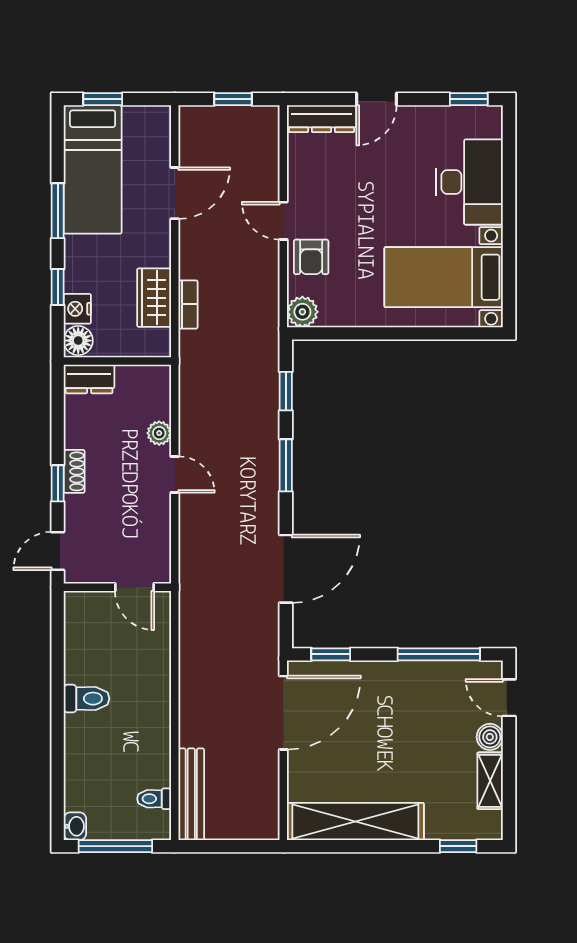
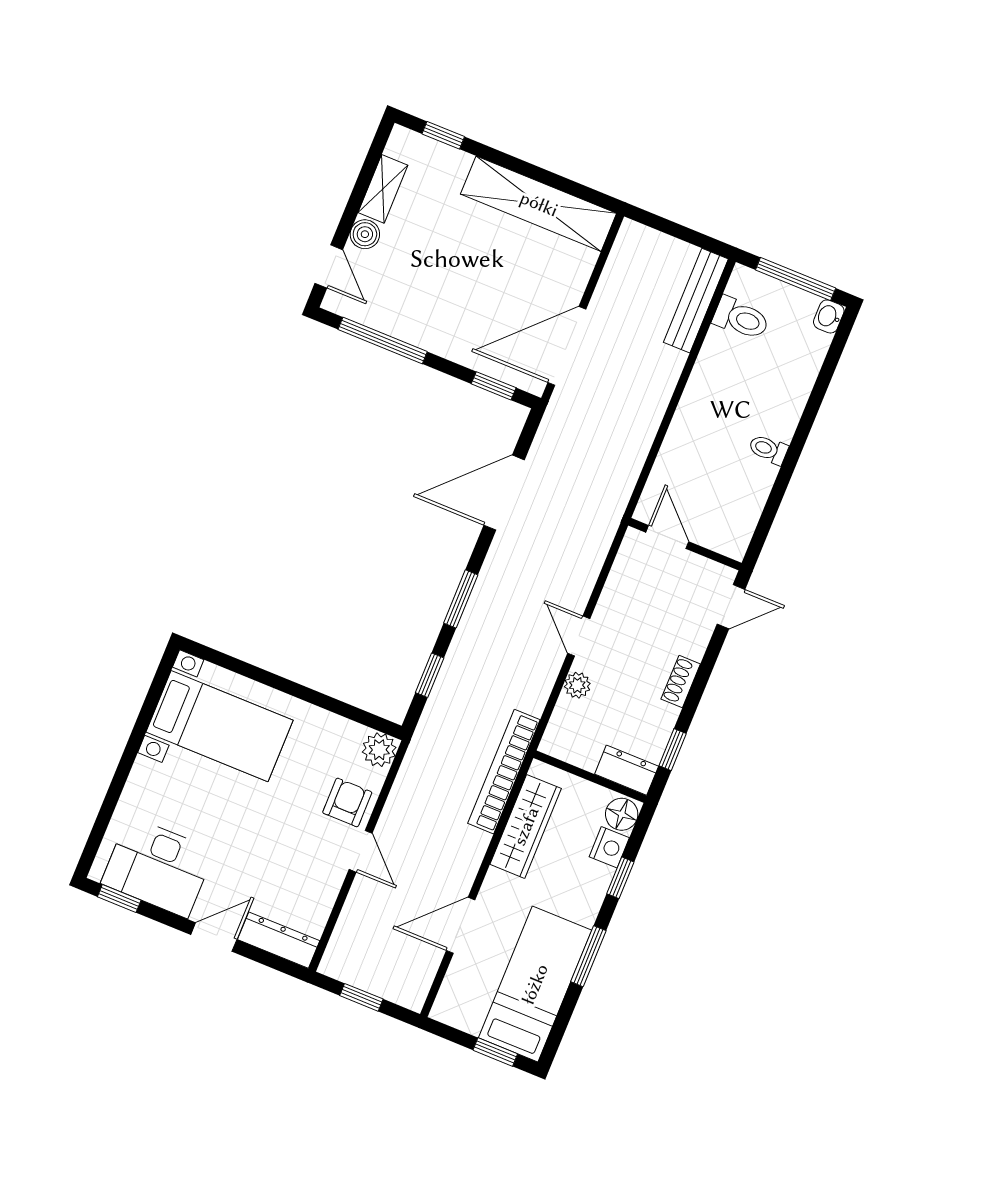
desk: (469, 182) -> (158, 867), moved, turned -90
wardrobe: (154, 298) -> (526, 826), width x1.50
bookcase: (188, 304) -> (504, 772), width x2.31, depth x1.31
window: (58, 483) -> (673, 750), moved
toilet: (87, 699) -> (768, 449), width x0.73, depth x0.72
toilet: (154, 799) -> (741, 318), width x1.37, depth x1.39

